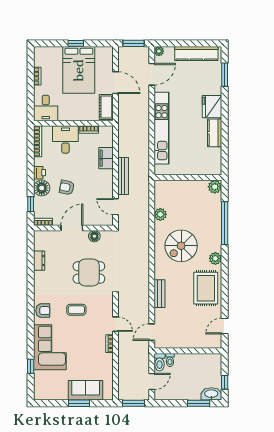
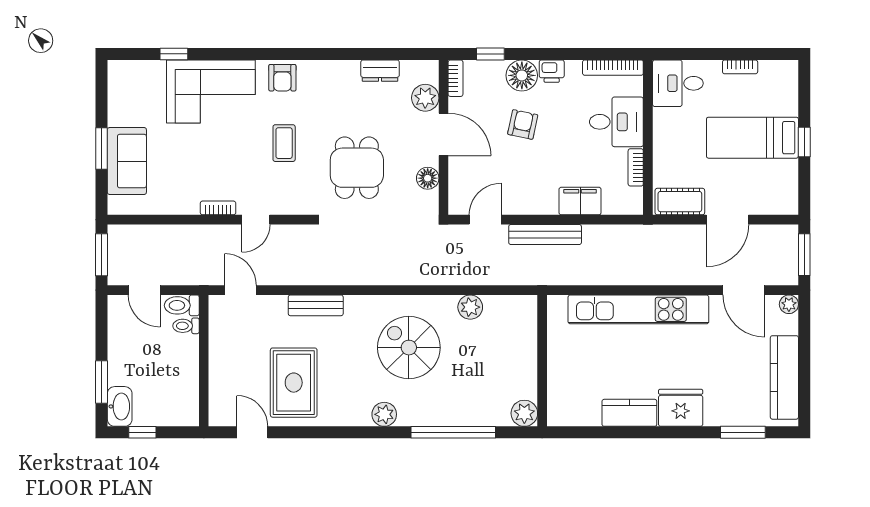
bed: (79, 70) -> (752, 138), width x0.67
plant: (53, 237) -> (425, 98), added
rug: (206, 288) -> (294, 383), moved, turned 90

